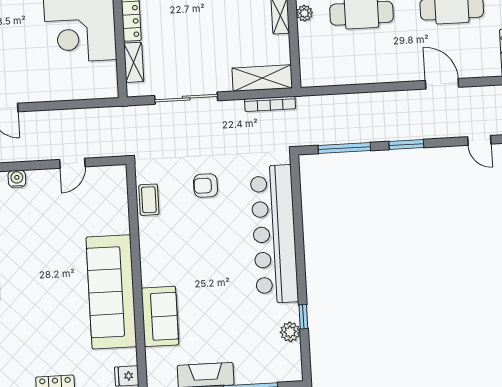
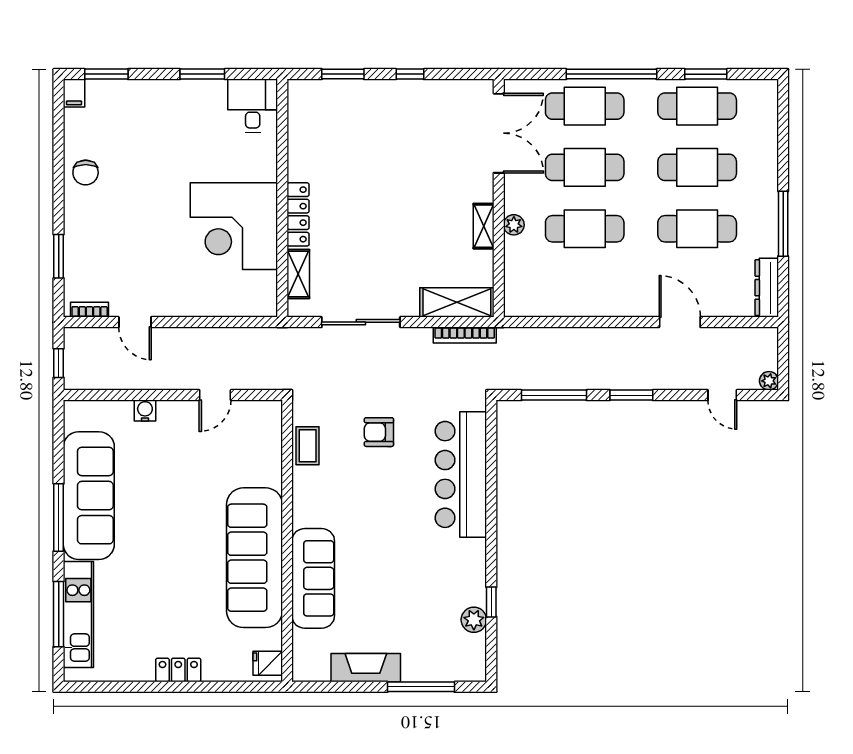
bar counter: (274, 234) -> (461, 474), width x0.73
sofa: (160, 316) -> (313, 578), width x1.36

